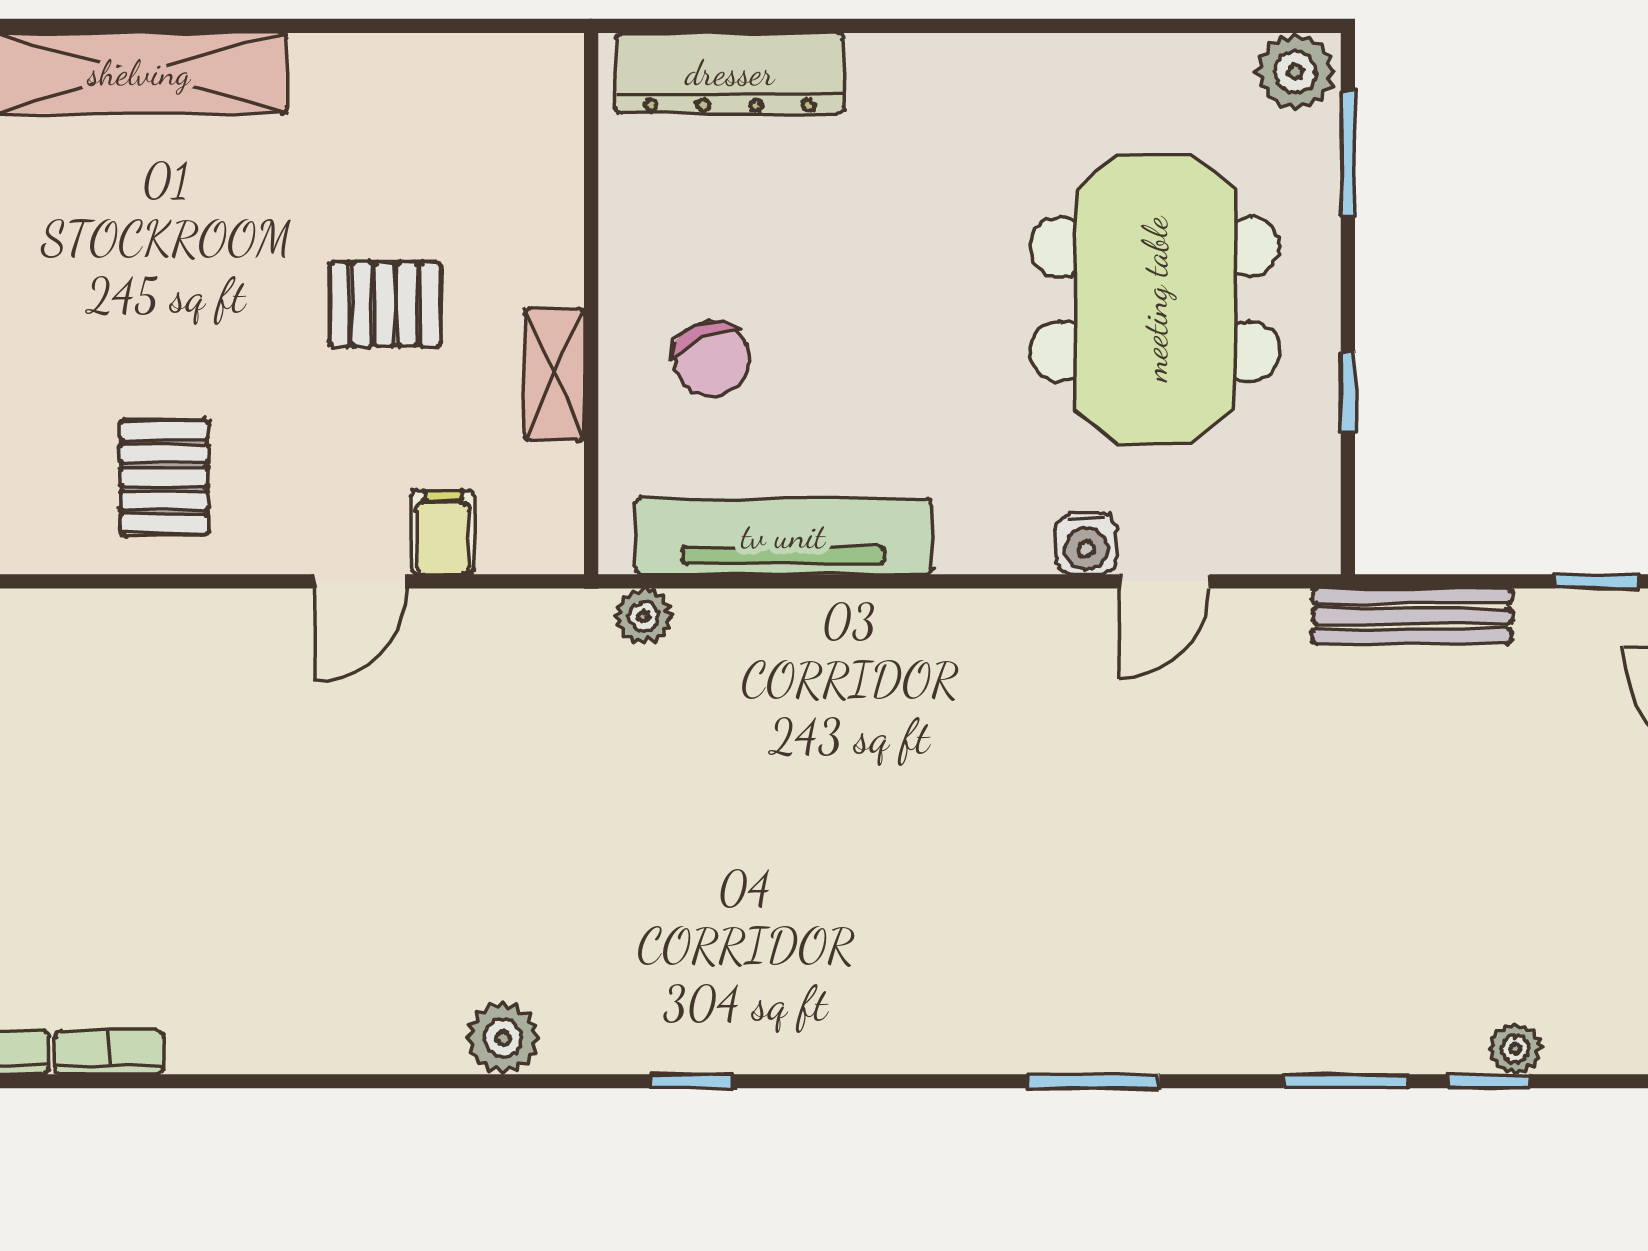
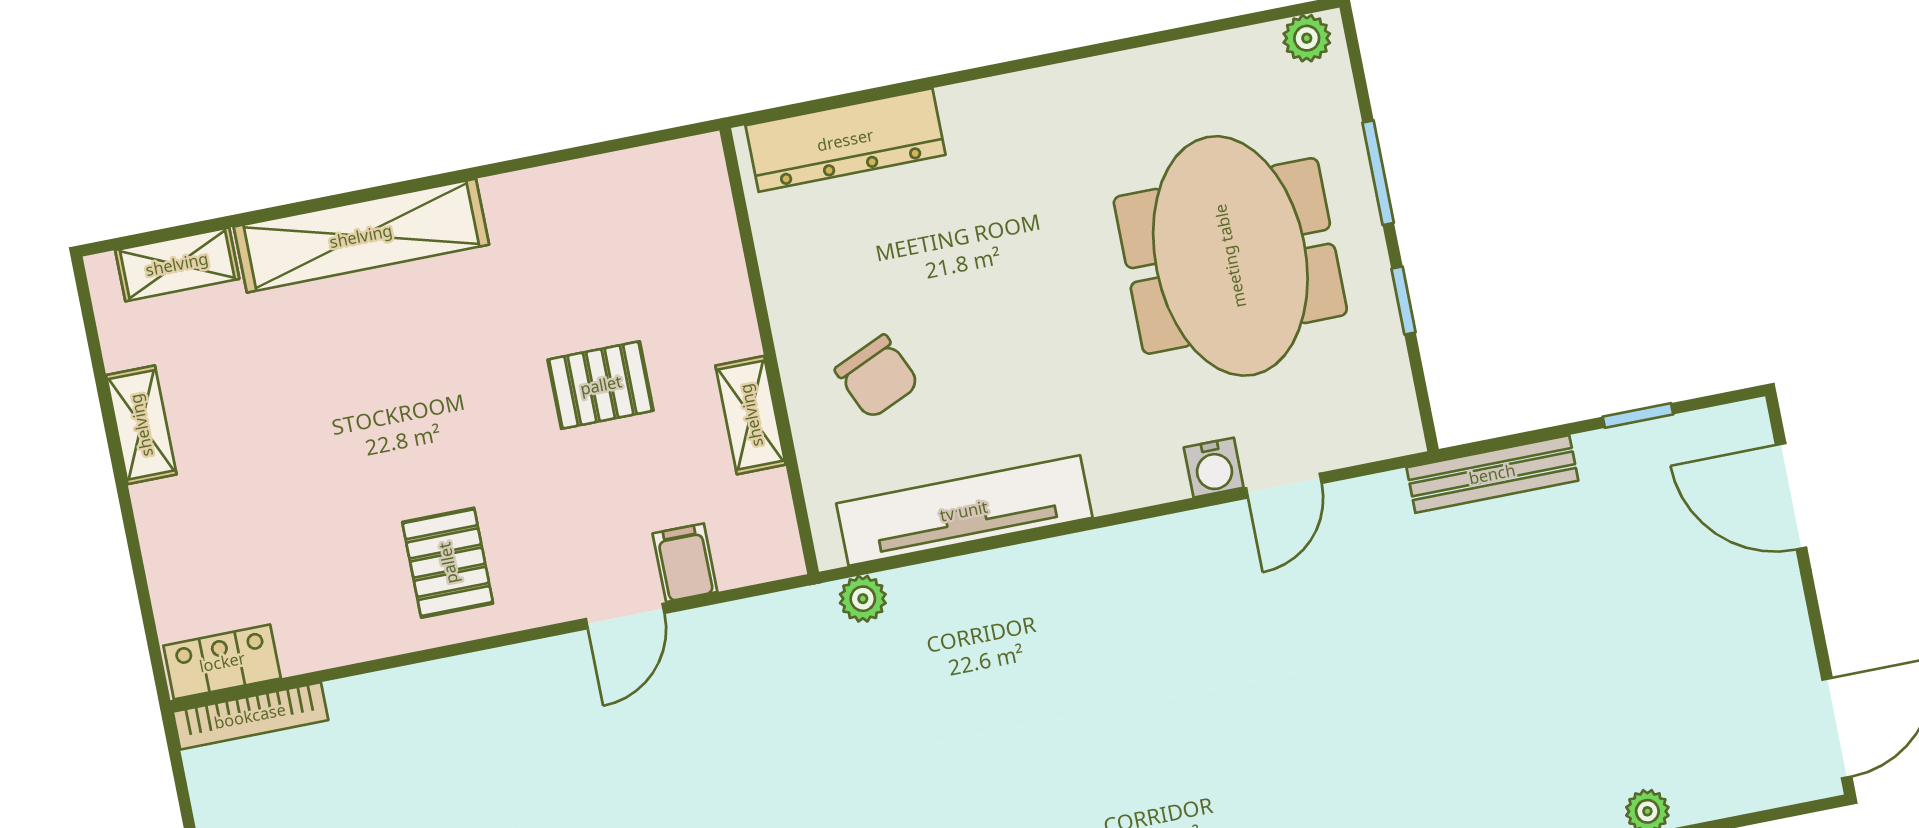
plant: (1295, 72) -> (1307, 38), width x0.73, depth x0.73
window: (1348, 154) -> (1378, 173), moved

